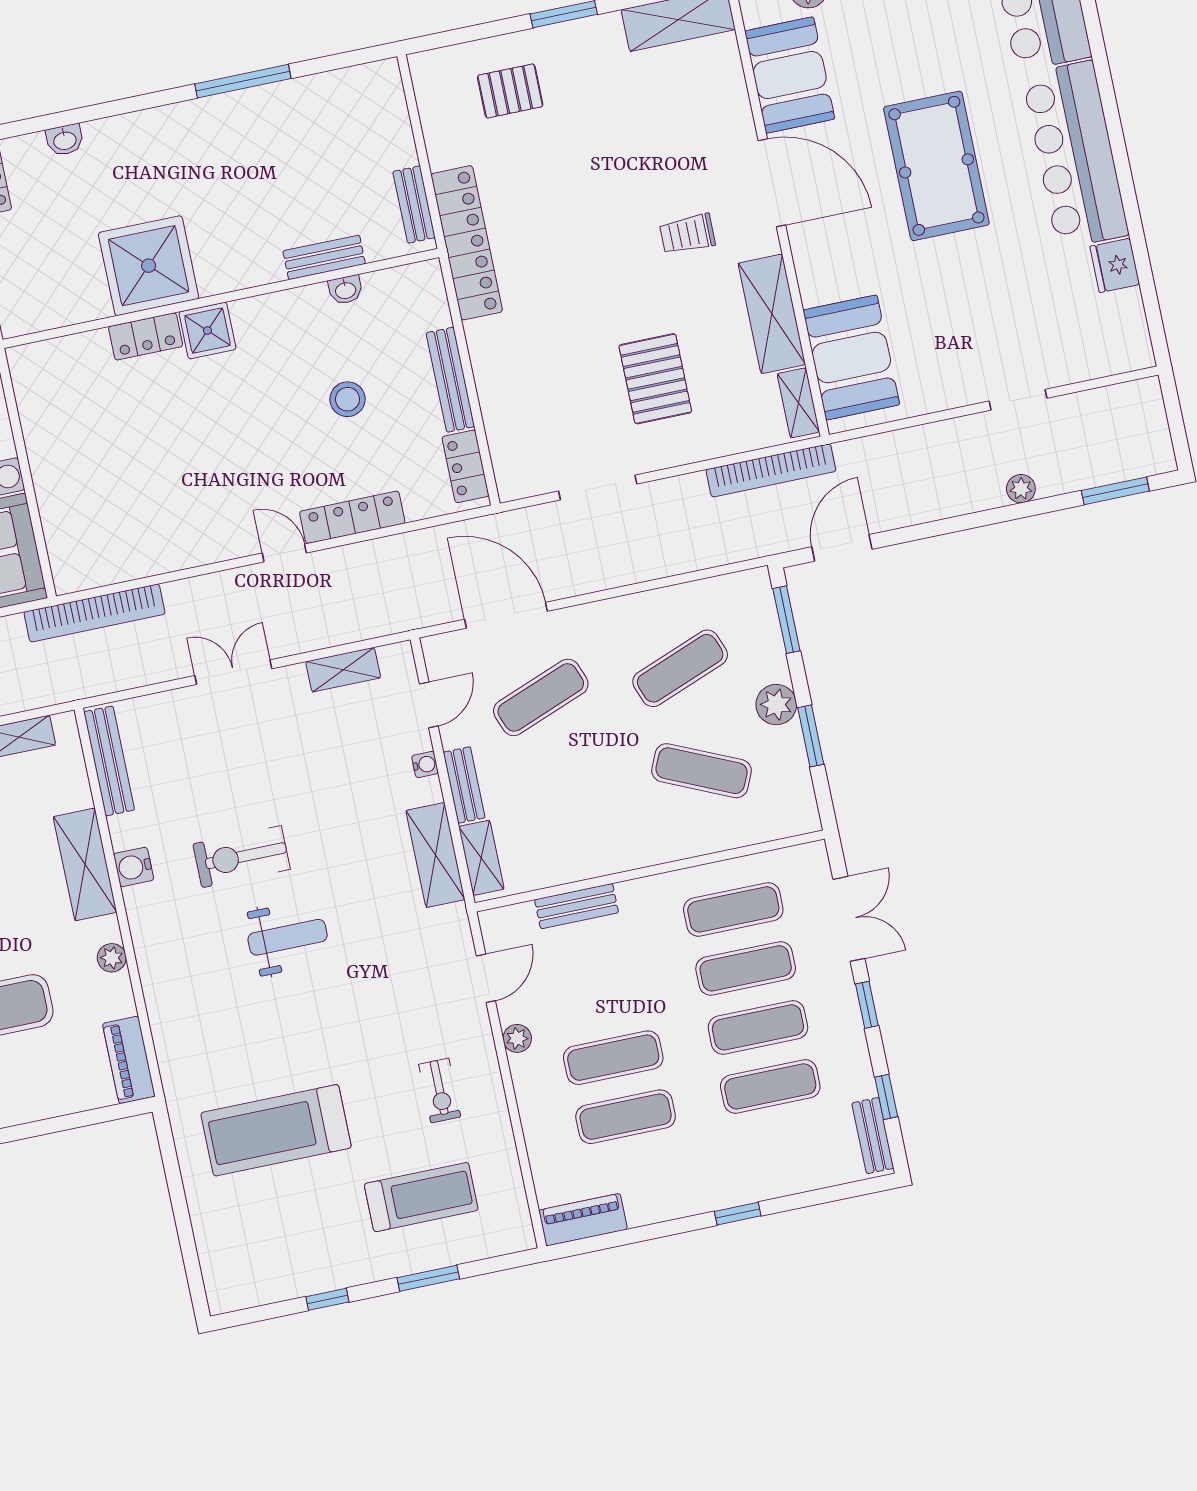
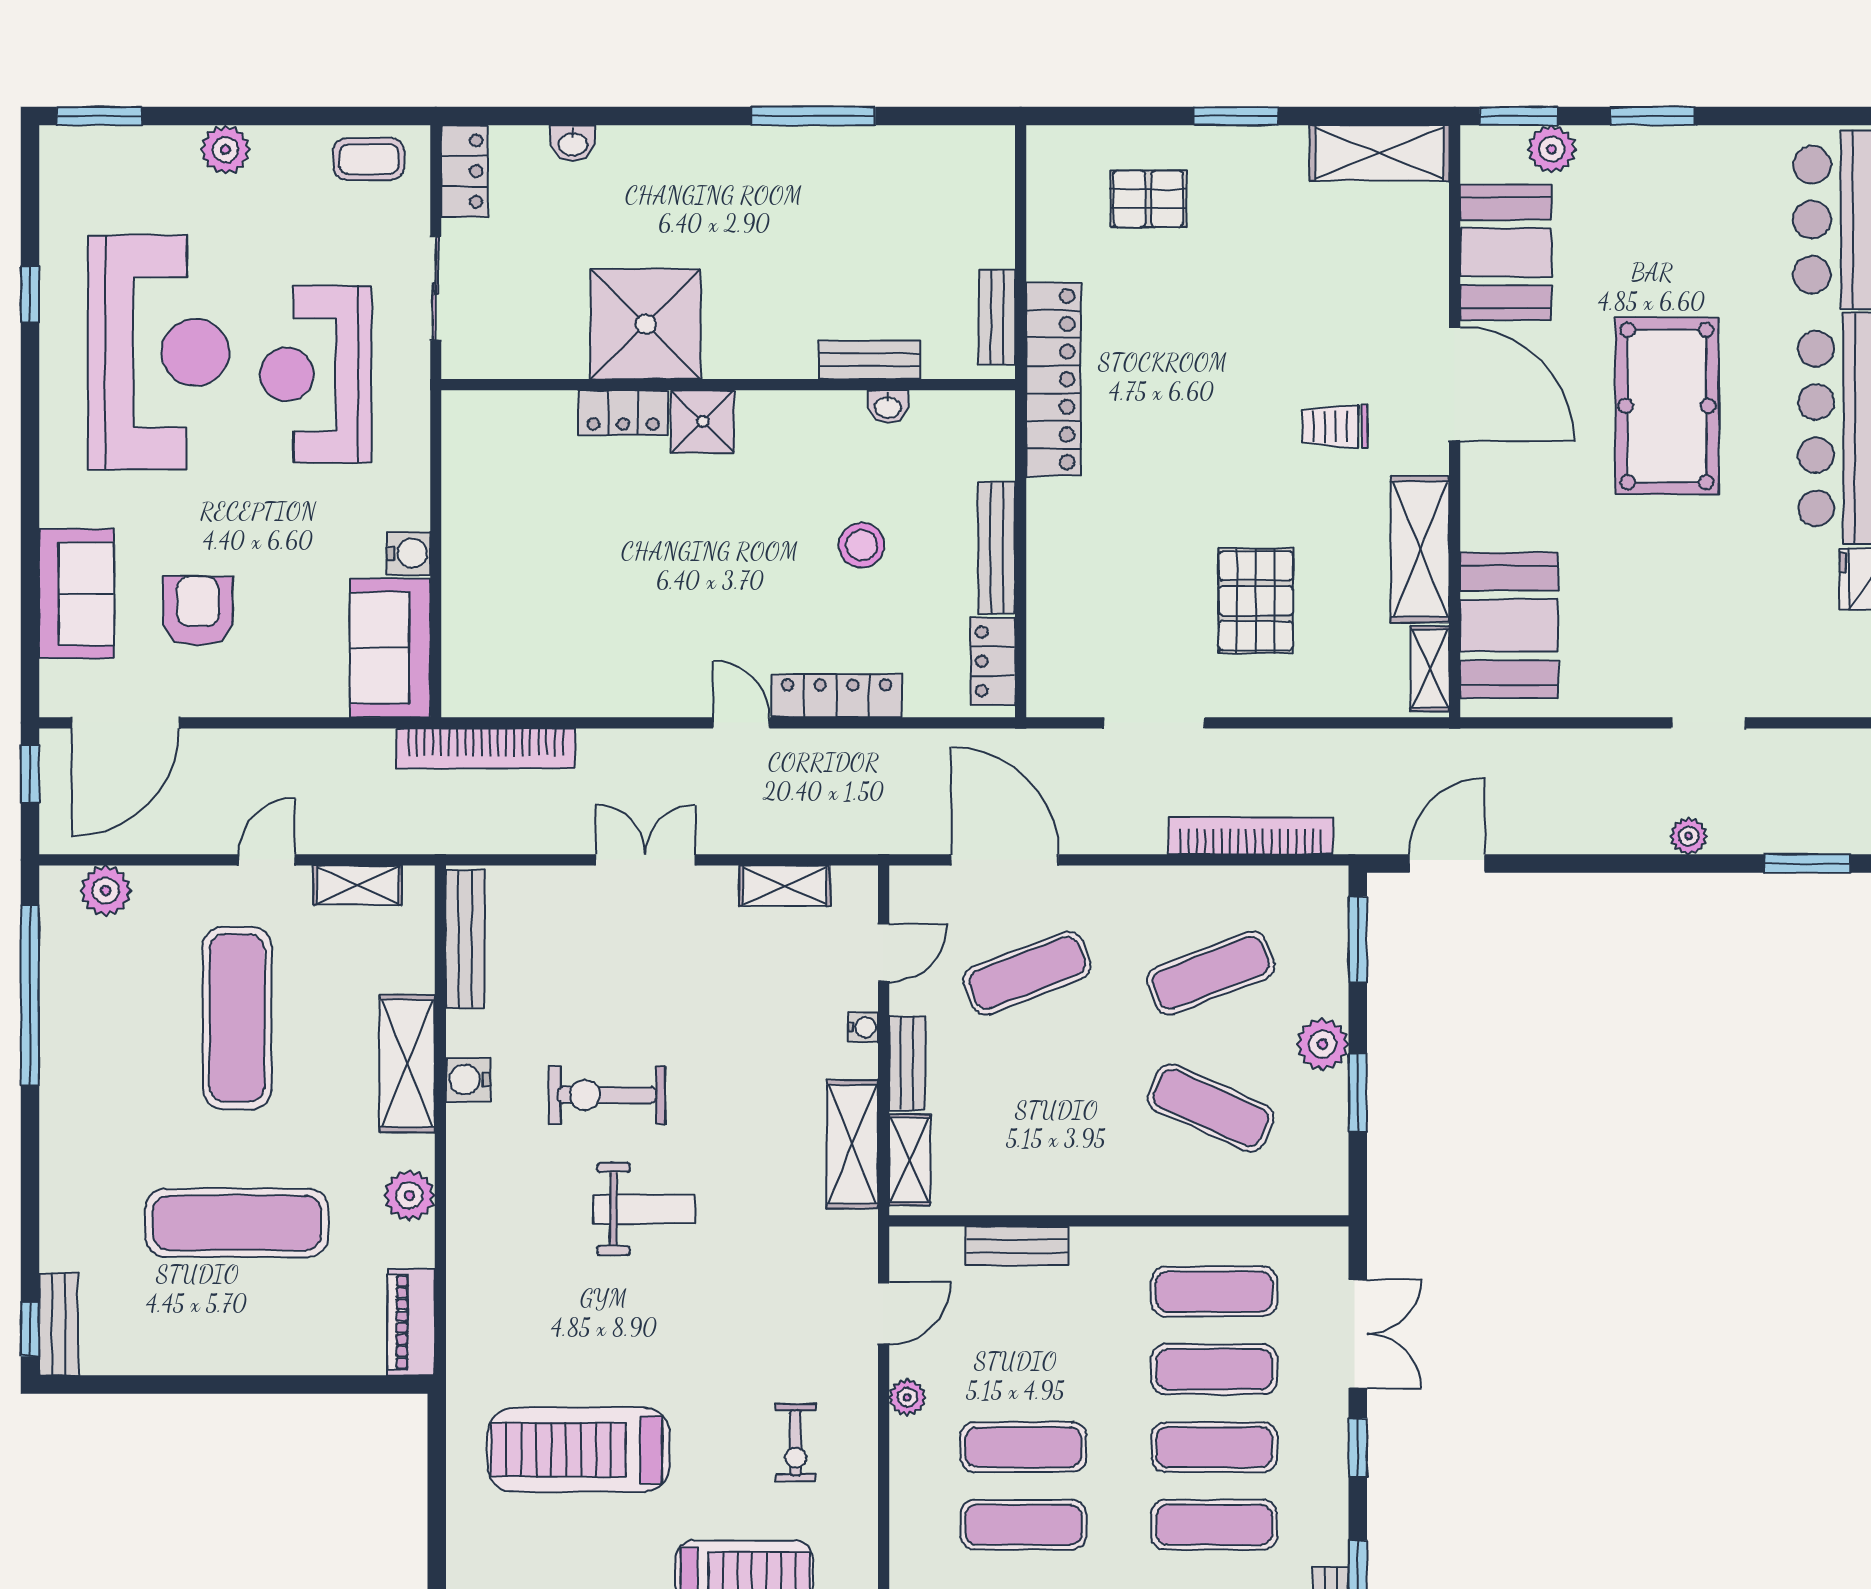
bookcase: (771, 470) -> (1251, 836), moved, turned 180
plant: (112, 958) -> (409, 1195), width x1.38, depth x1.38

